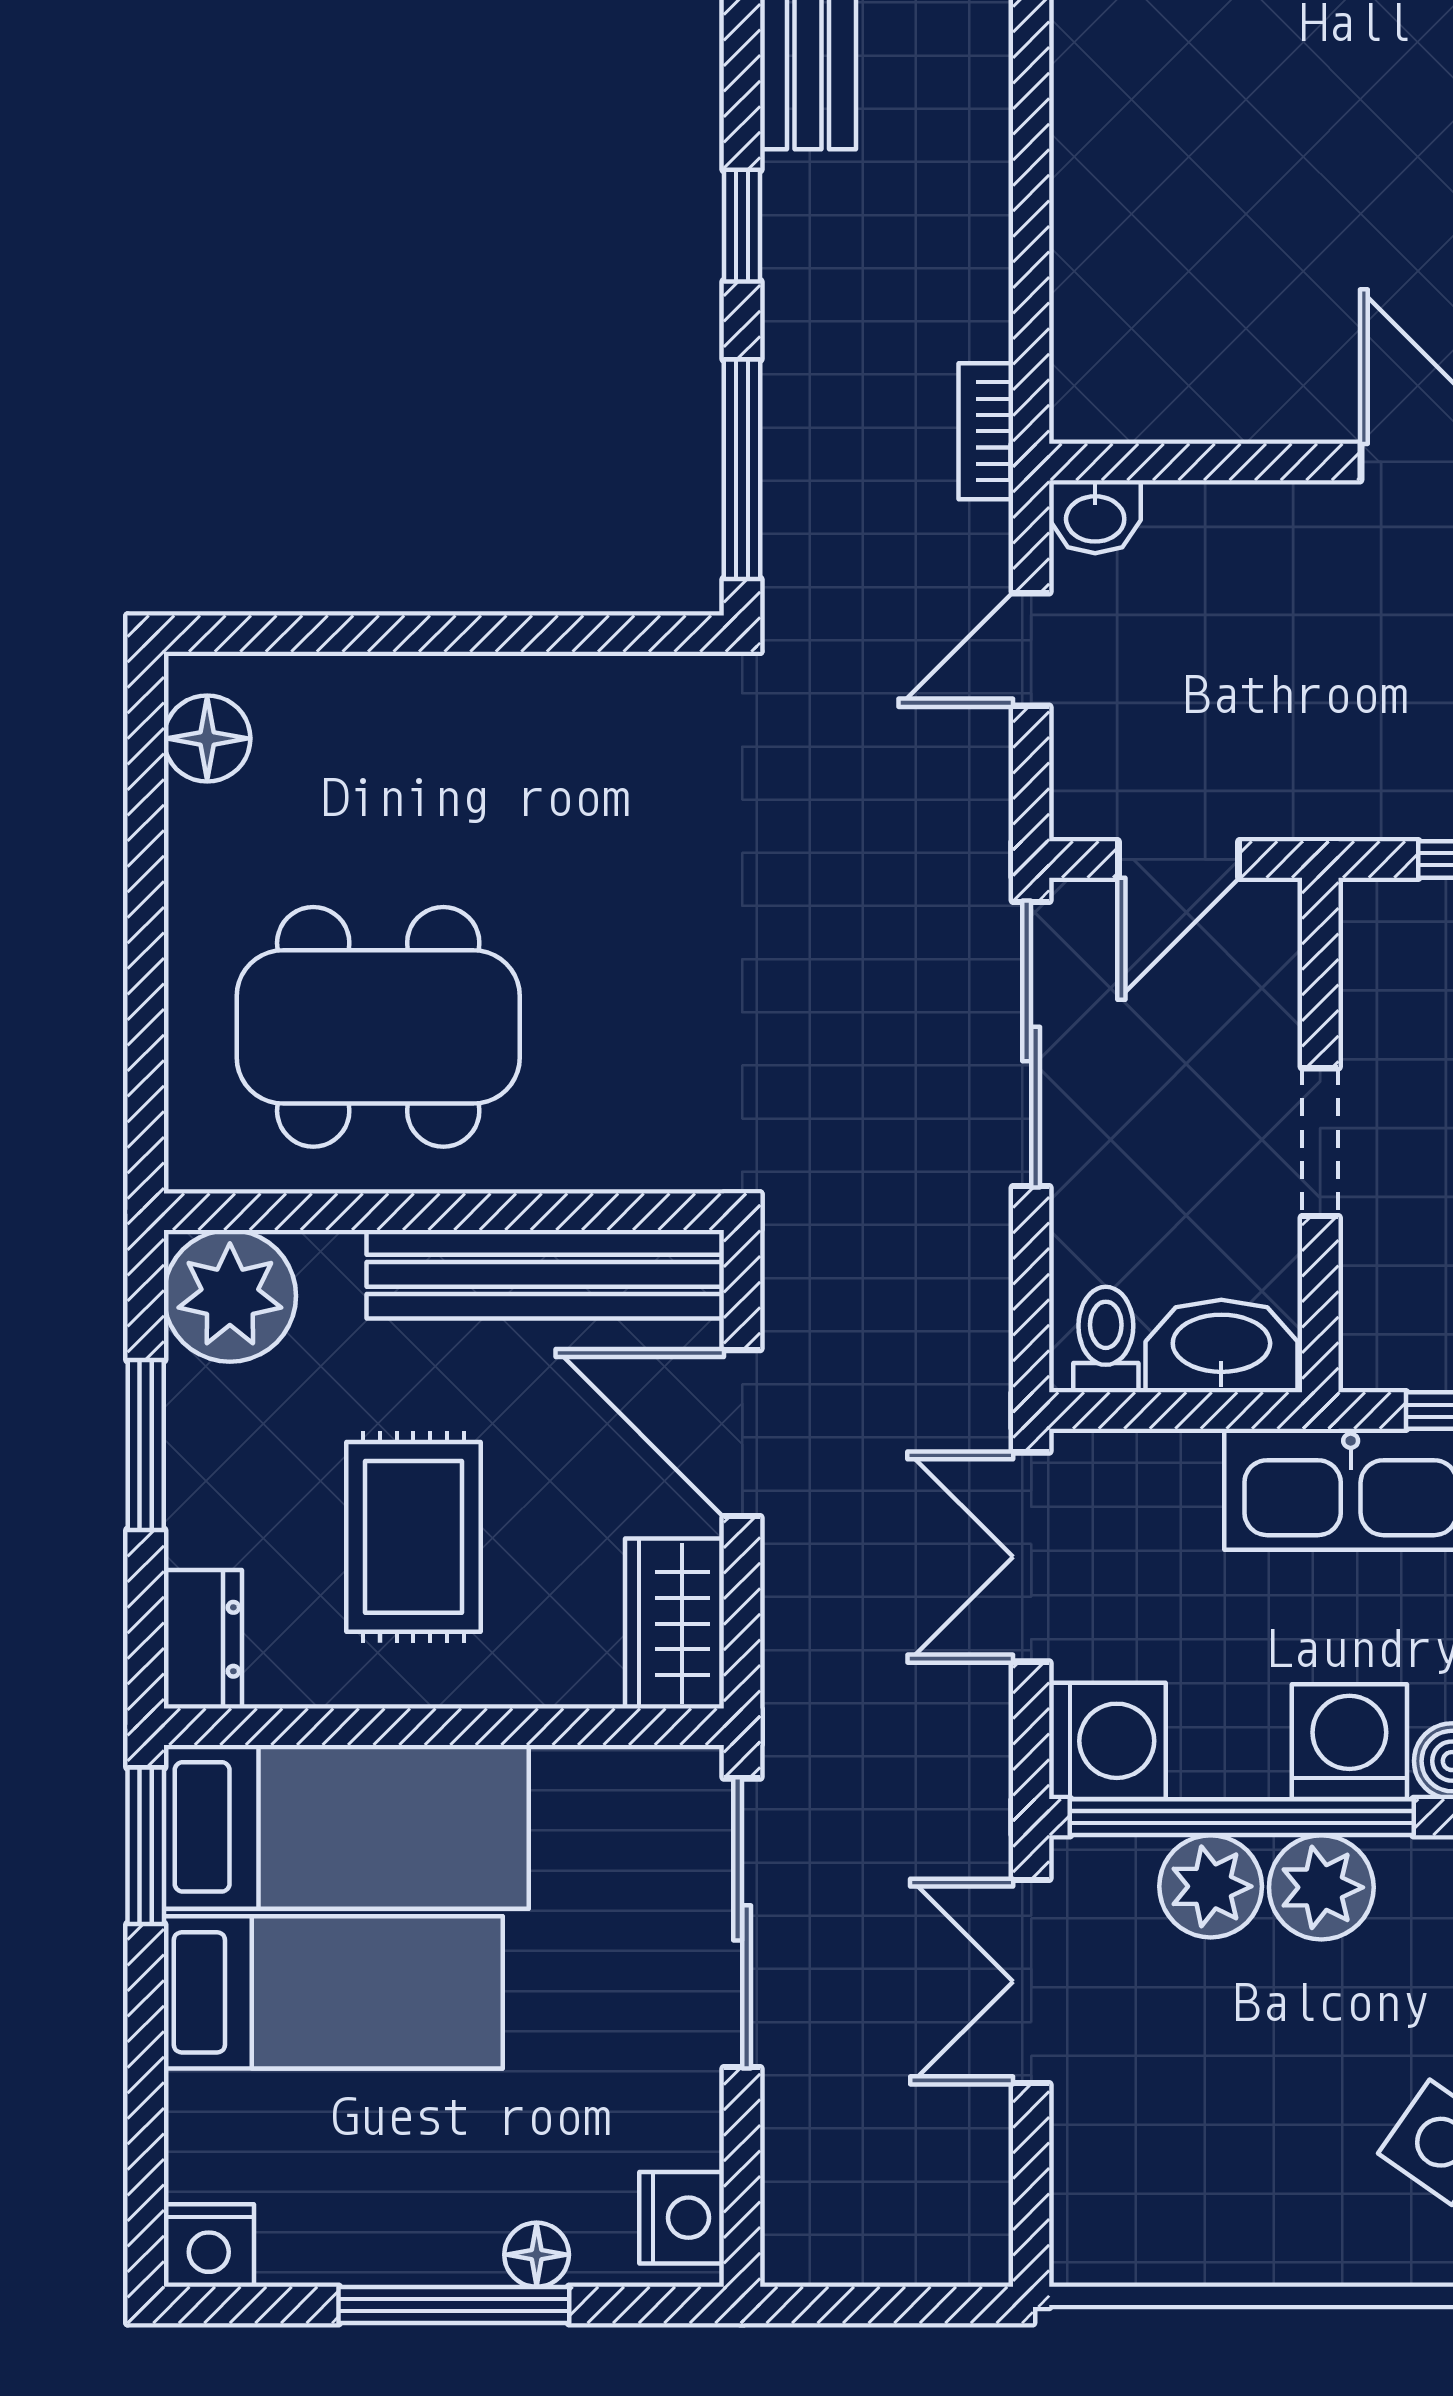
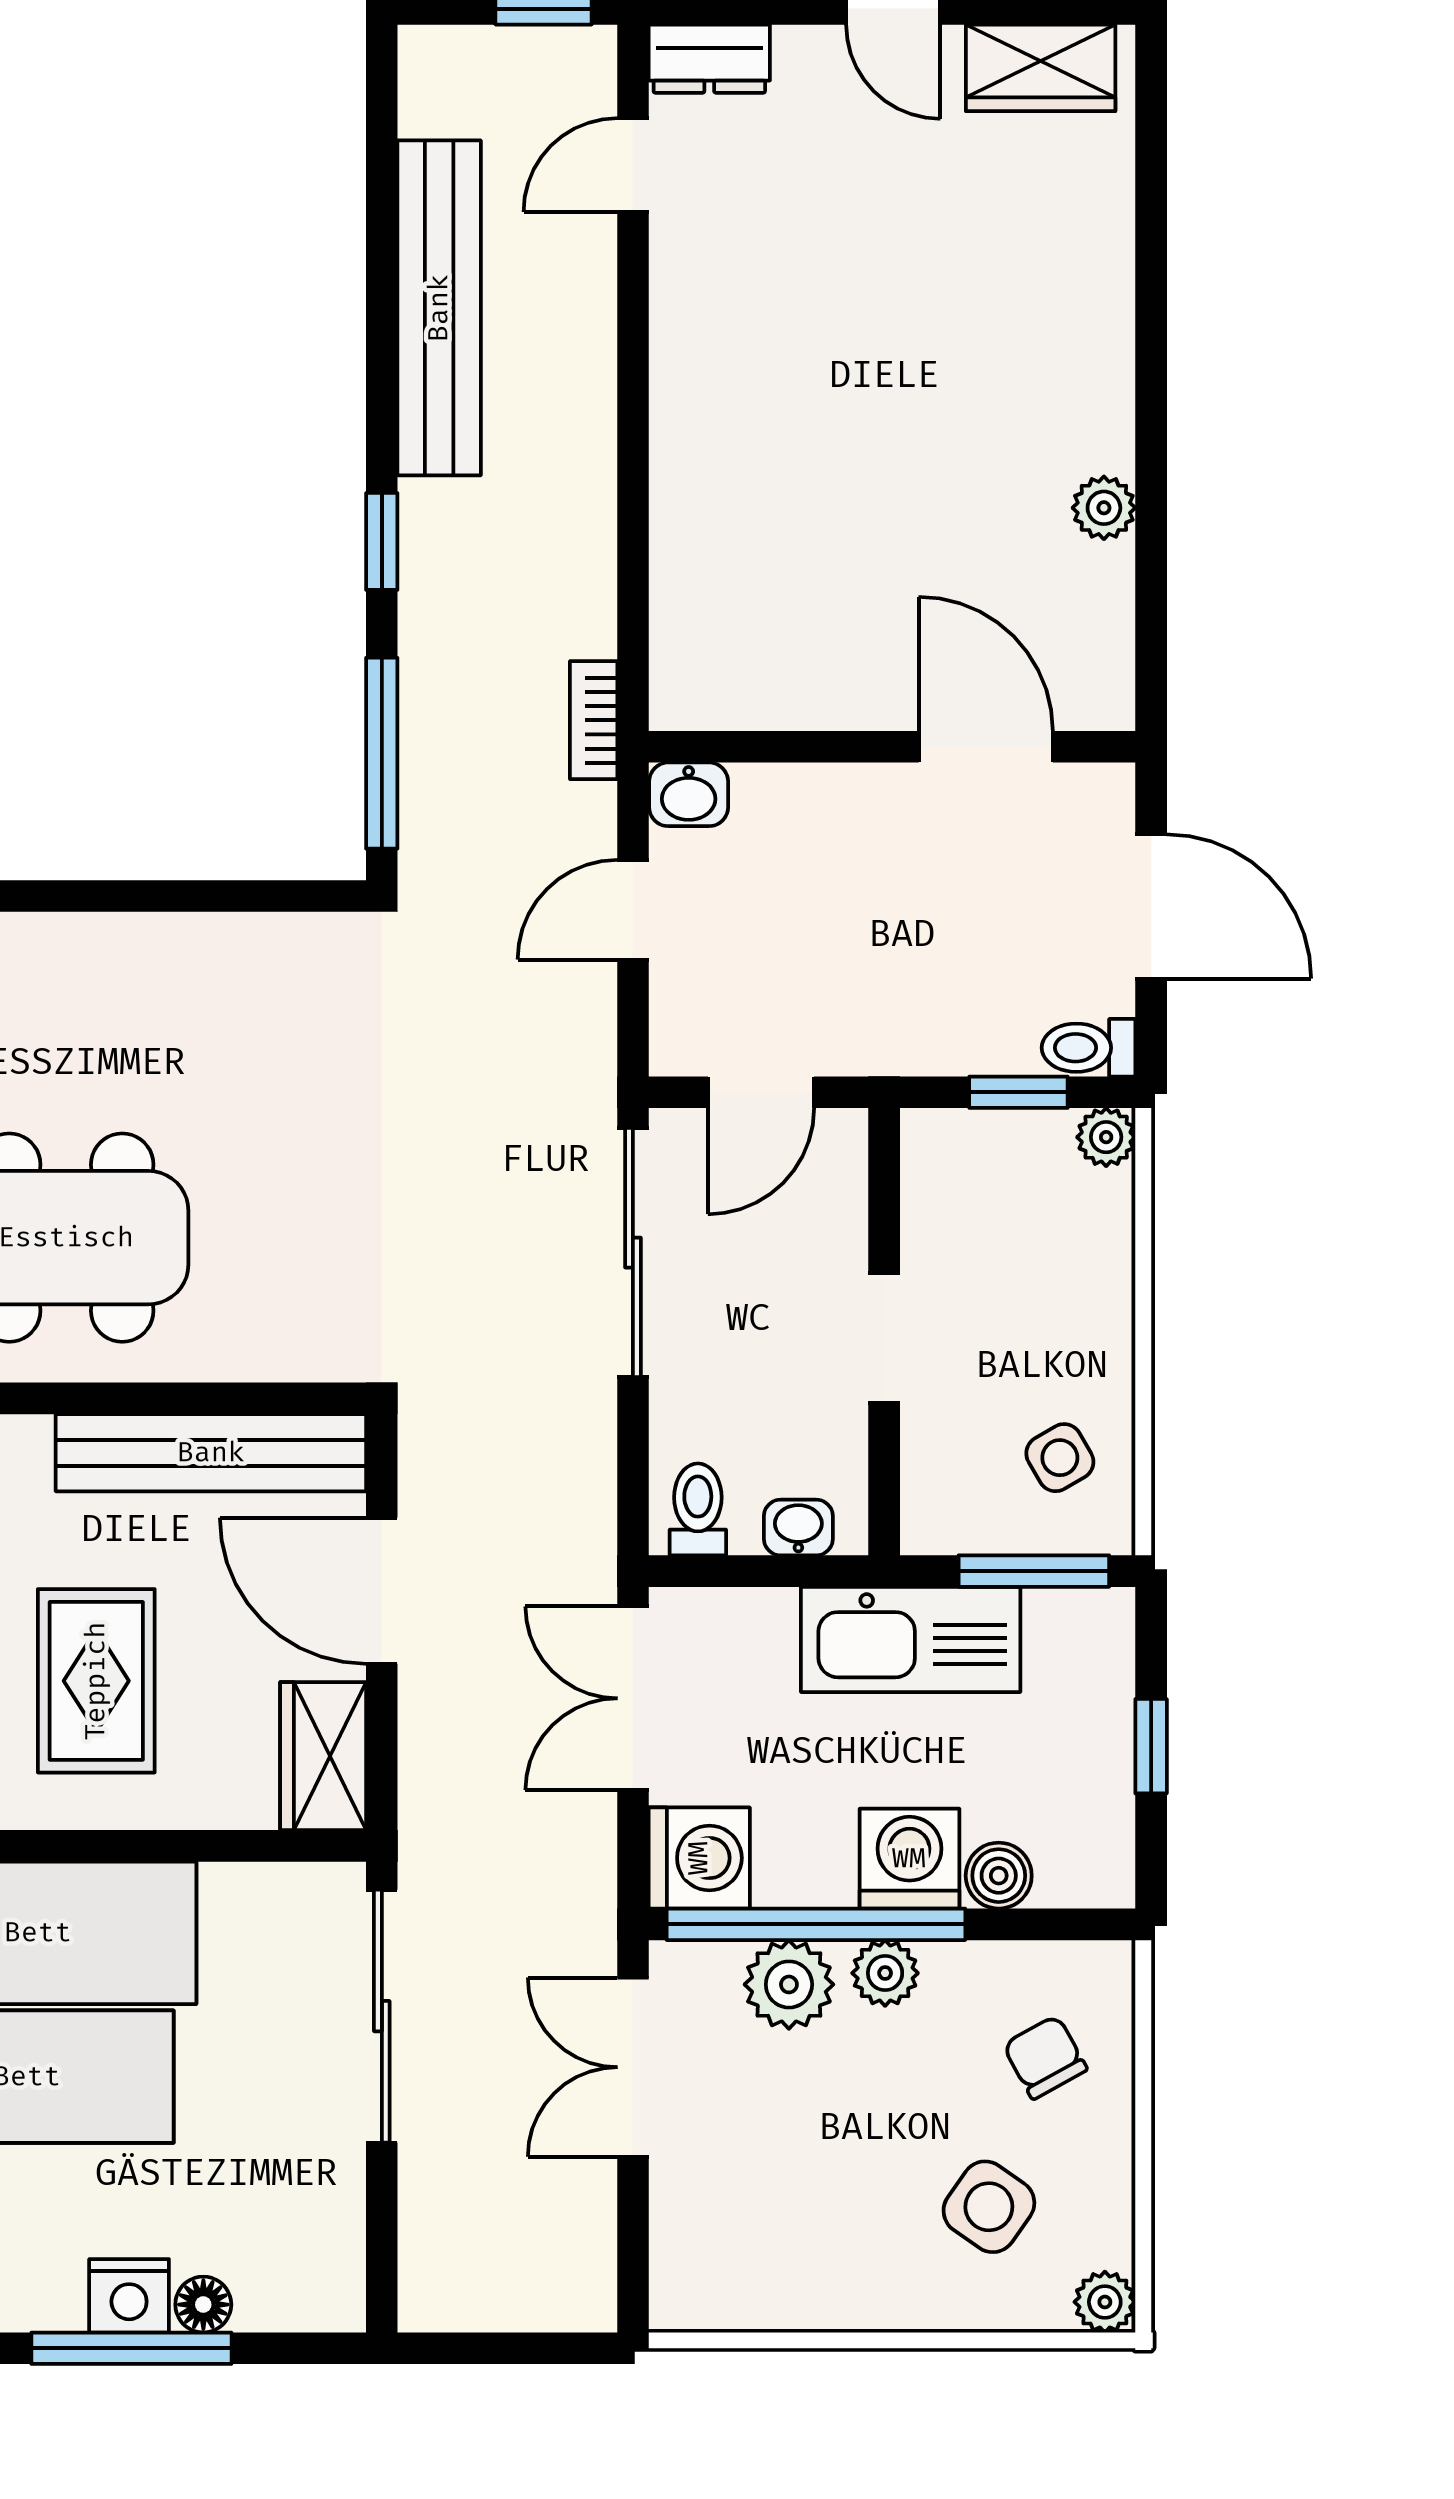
washbasin: (1221, 1346) -> (798, 1527), width x0.52, depth x0.69
plant: (1321, 1887) -> (885, 1973), width x0.73, depth x0.73
nightstand: (682, 2218) -> (129, 2296), moved, turned 90

